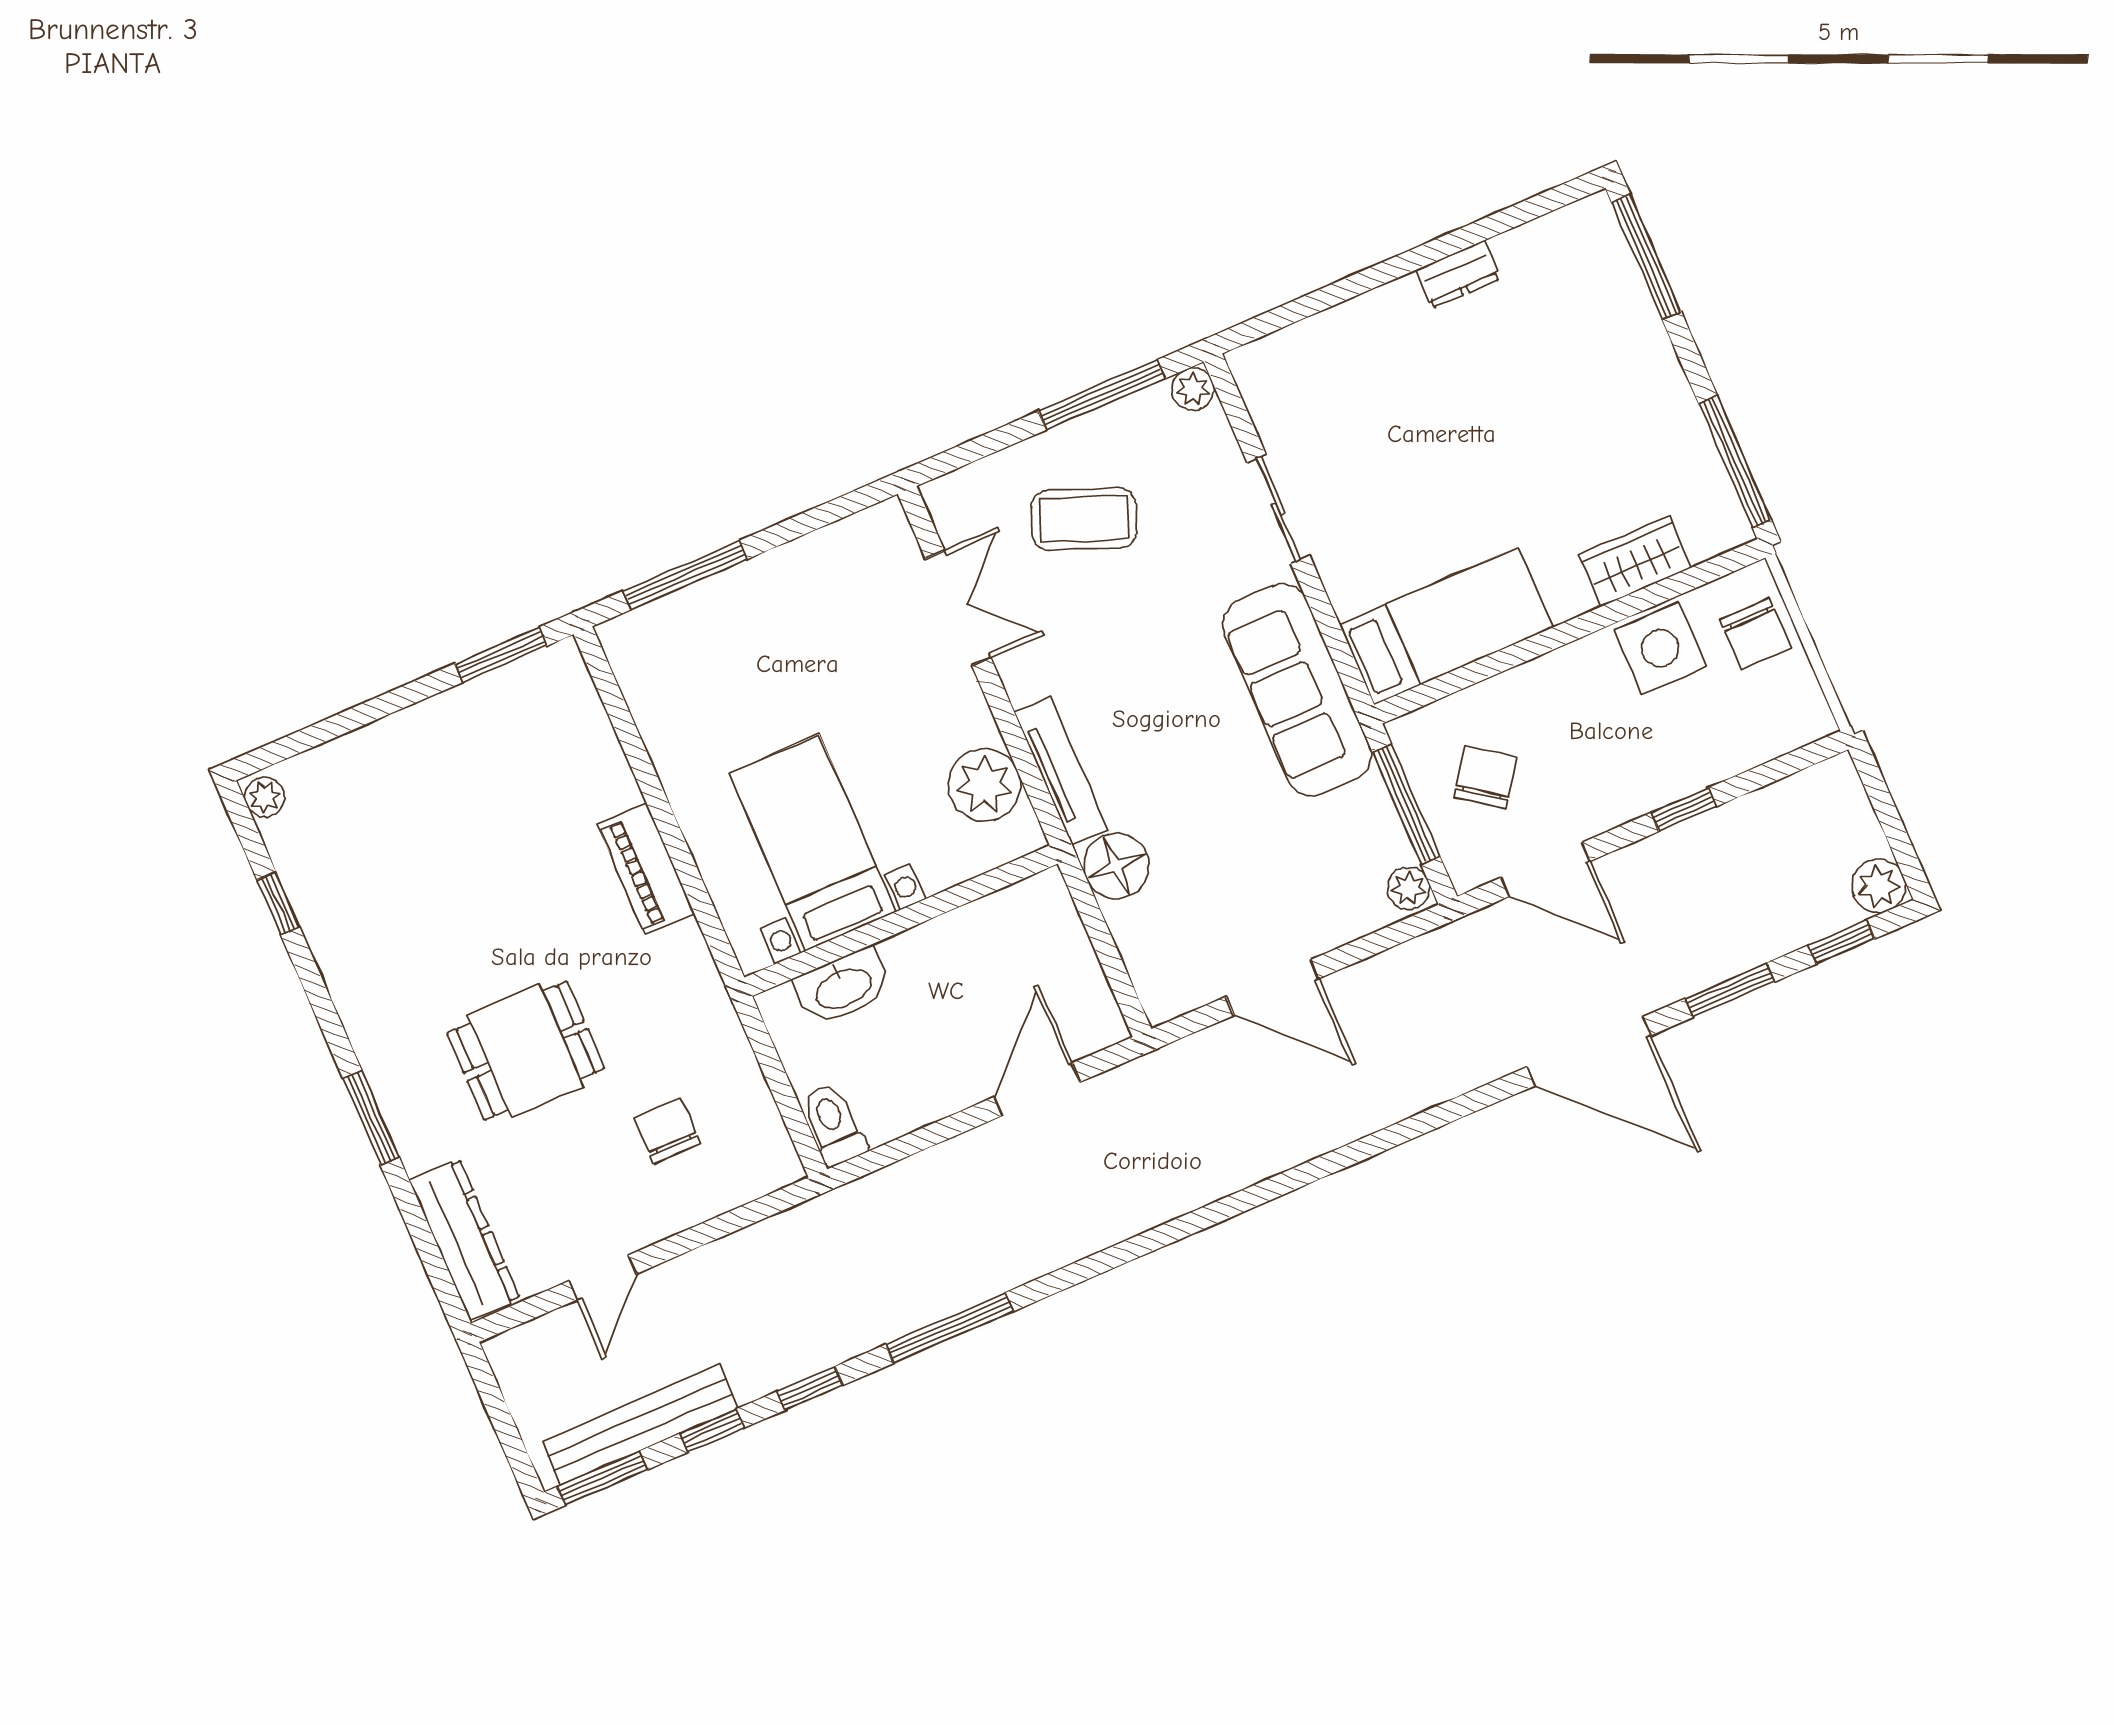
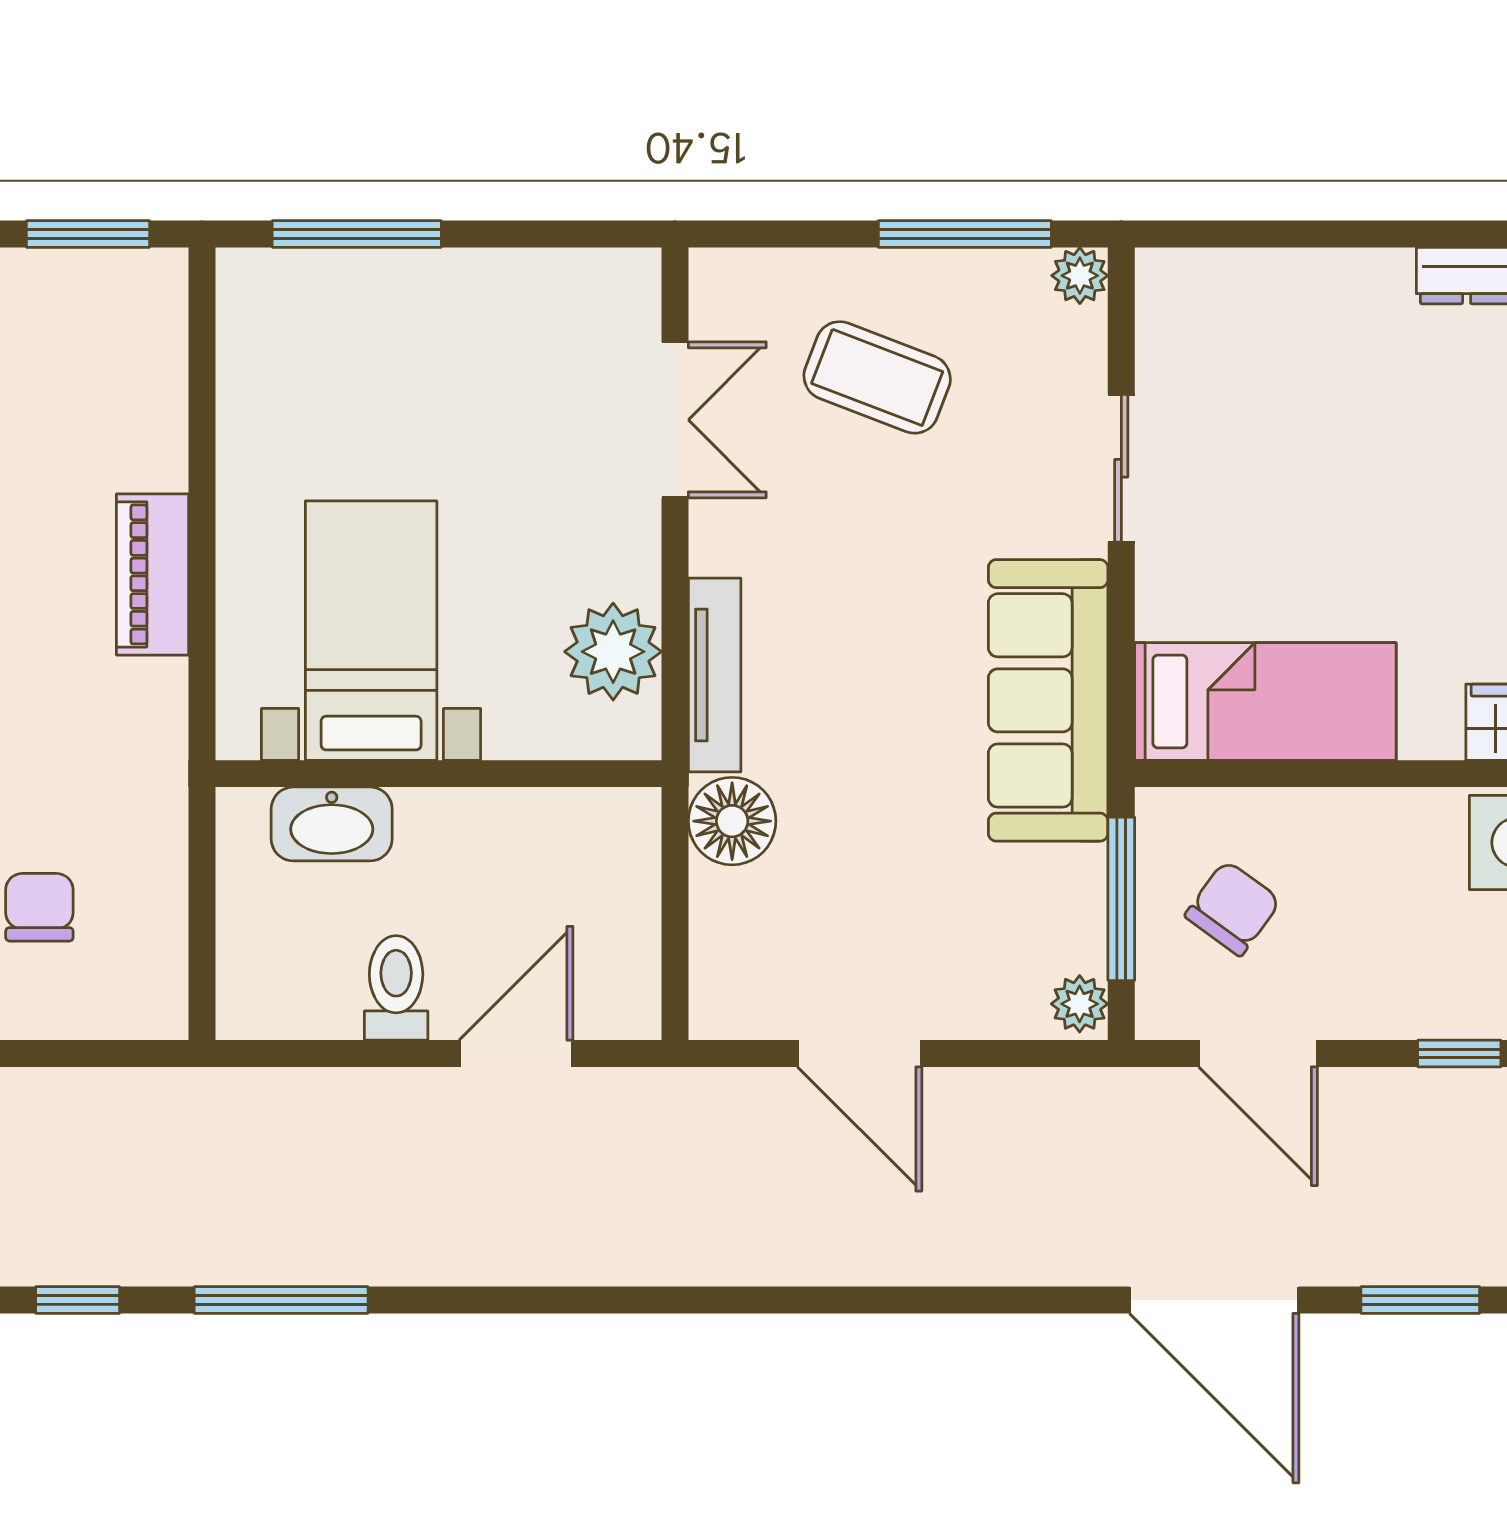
toilet: (833, 1124) -> (396, 988), moved

